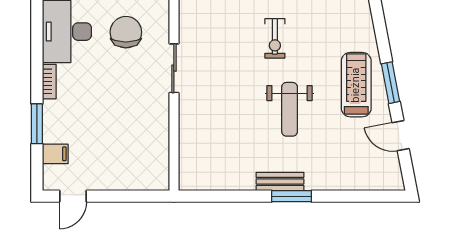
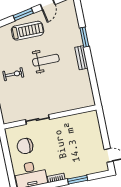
treadmill: (356, 85) -> (28, 31), turned 180
filing cabinet: (55, 154) -> (90, 168), removed
window: (292, 196) -> (84, 37), moved

